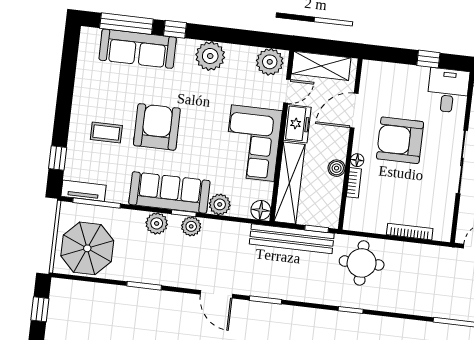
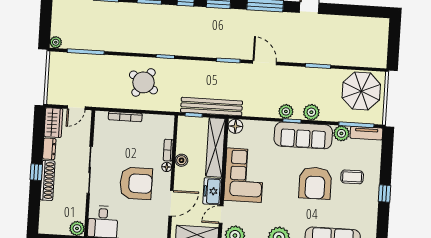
window: (58, 158) -> (385, 194), moved
plant: (220, 204) -> (341, 133), moved
round table: (362, 263) -> (143, 82), moved, turned 34
window: (40, 309) -> (394, 44), removed

